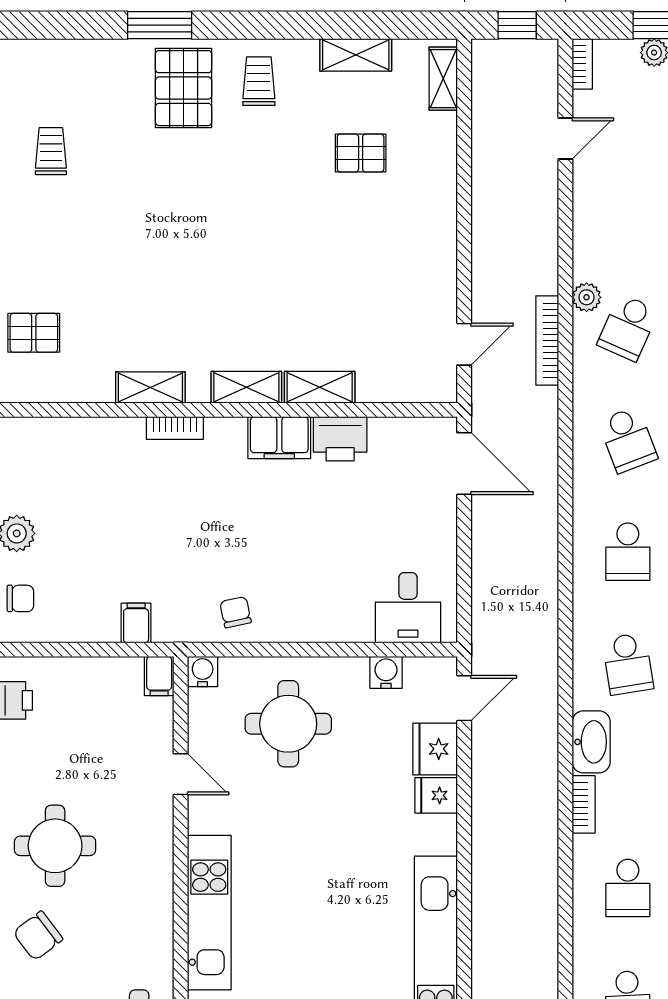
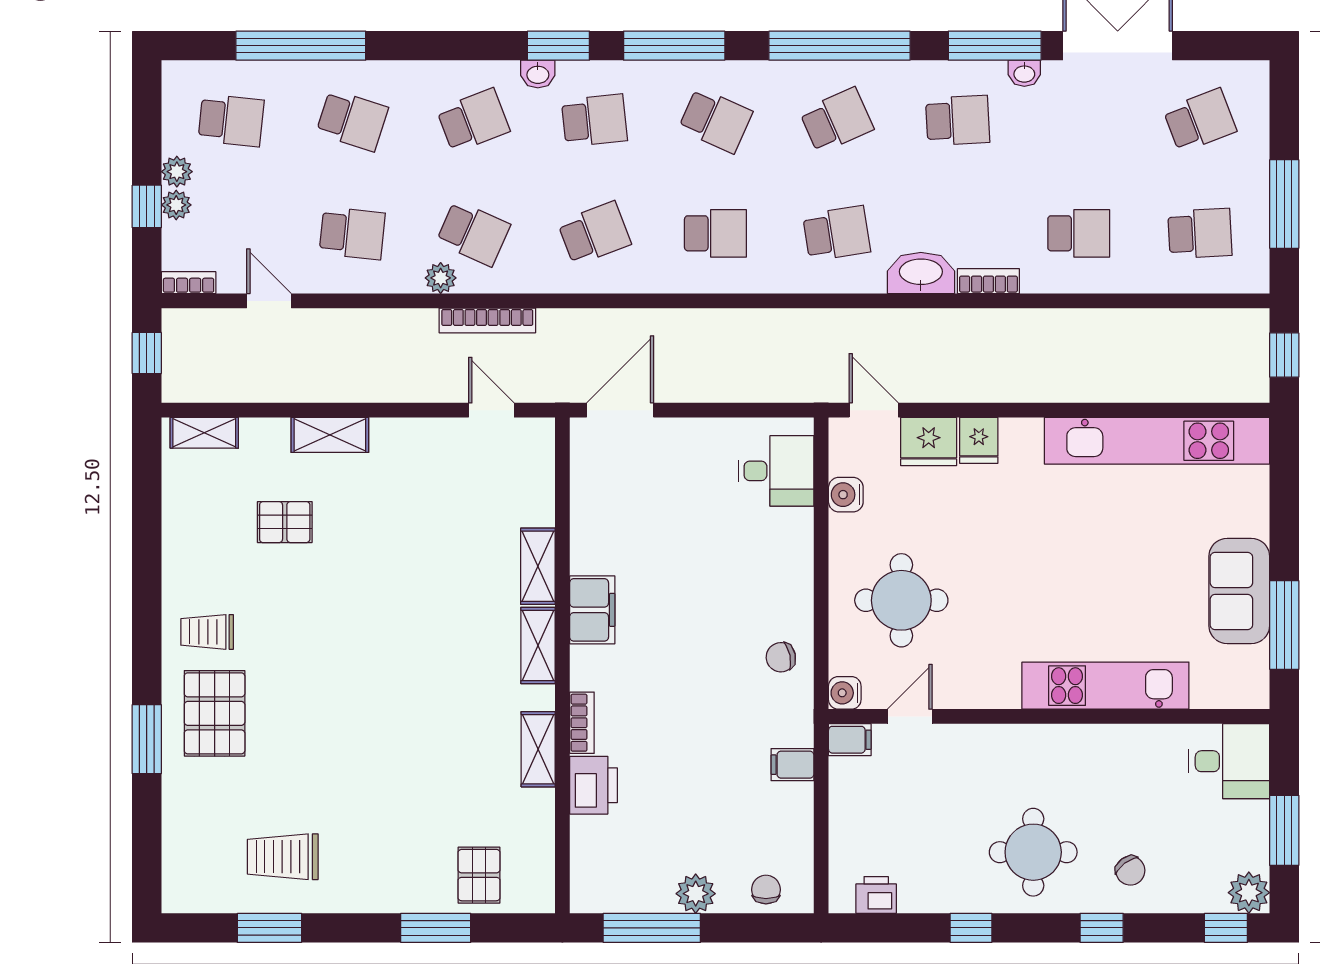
shelving: (356, 55) -> (330, 435), moved, turned 90
pallet: (184, 88) -> (215, 713), turned 90
trolley: (51, 151) -> (283, 857), width x1.36, depth x1.39
pallet: (361, 153) -> (285, 522), turned 90
school desk: (628, 215) -> (352, 233), added
printer: (340, 439) -> (594, 785), moved
door: (181, 774) -> (910, 716), moved
chair: (38, 936) -> (1130, 871), width x0.73, depth x0.73

